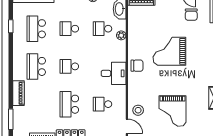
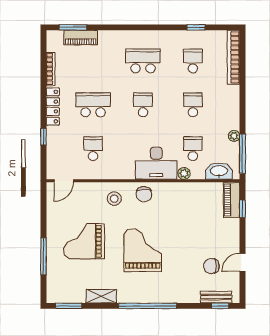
school desk: (36, 29) -> (193, 61), width x0.54
grand piano: (169, 51) -> (143, 250), moved
desk: (114, 73) -> (156, 163), moved, width x1.37
piano: (19, 93) -> (81, 38), moved
stool: (138, 110) -> (114, 199), moved

